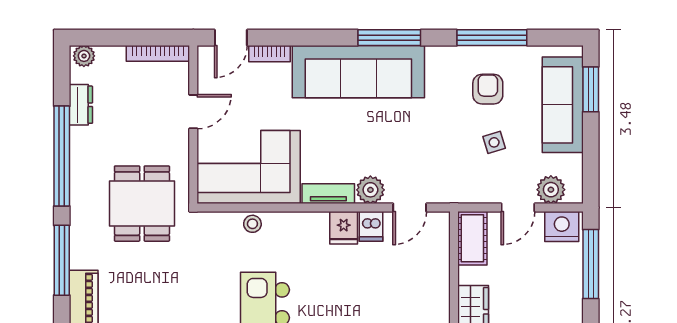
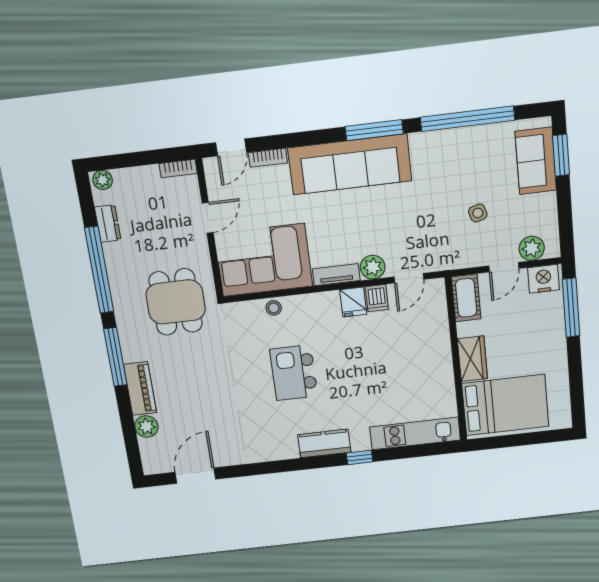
window: (492, 38) -> (468, 119), width x1.46
bookcase: (158, 53) -> (178, 168), width x0.64
armchair: (488, 89) -> (468, 166), removed
sofa: (563, 105) -> (536, 161), width x0.73

